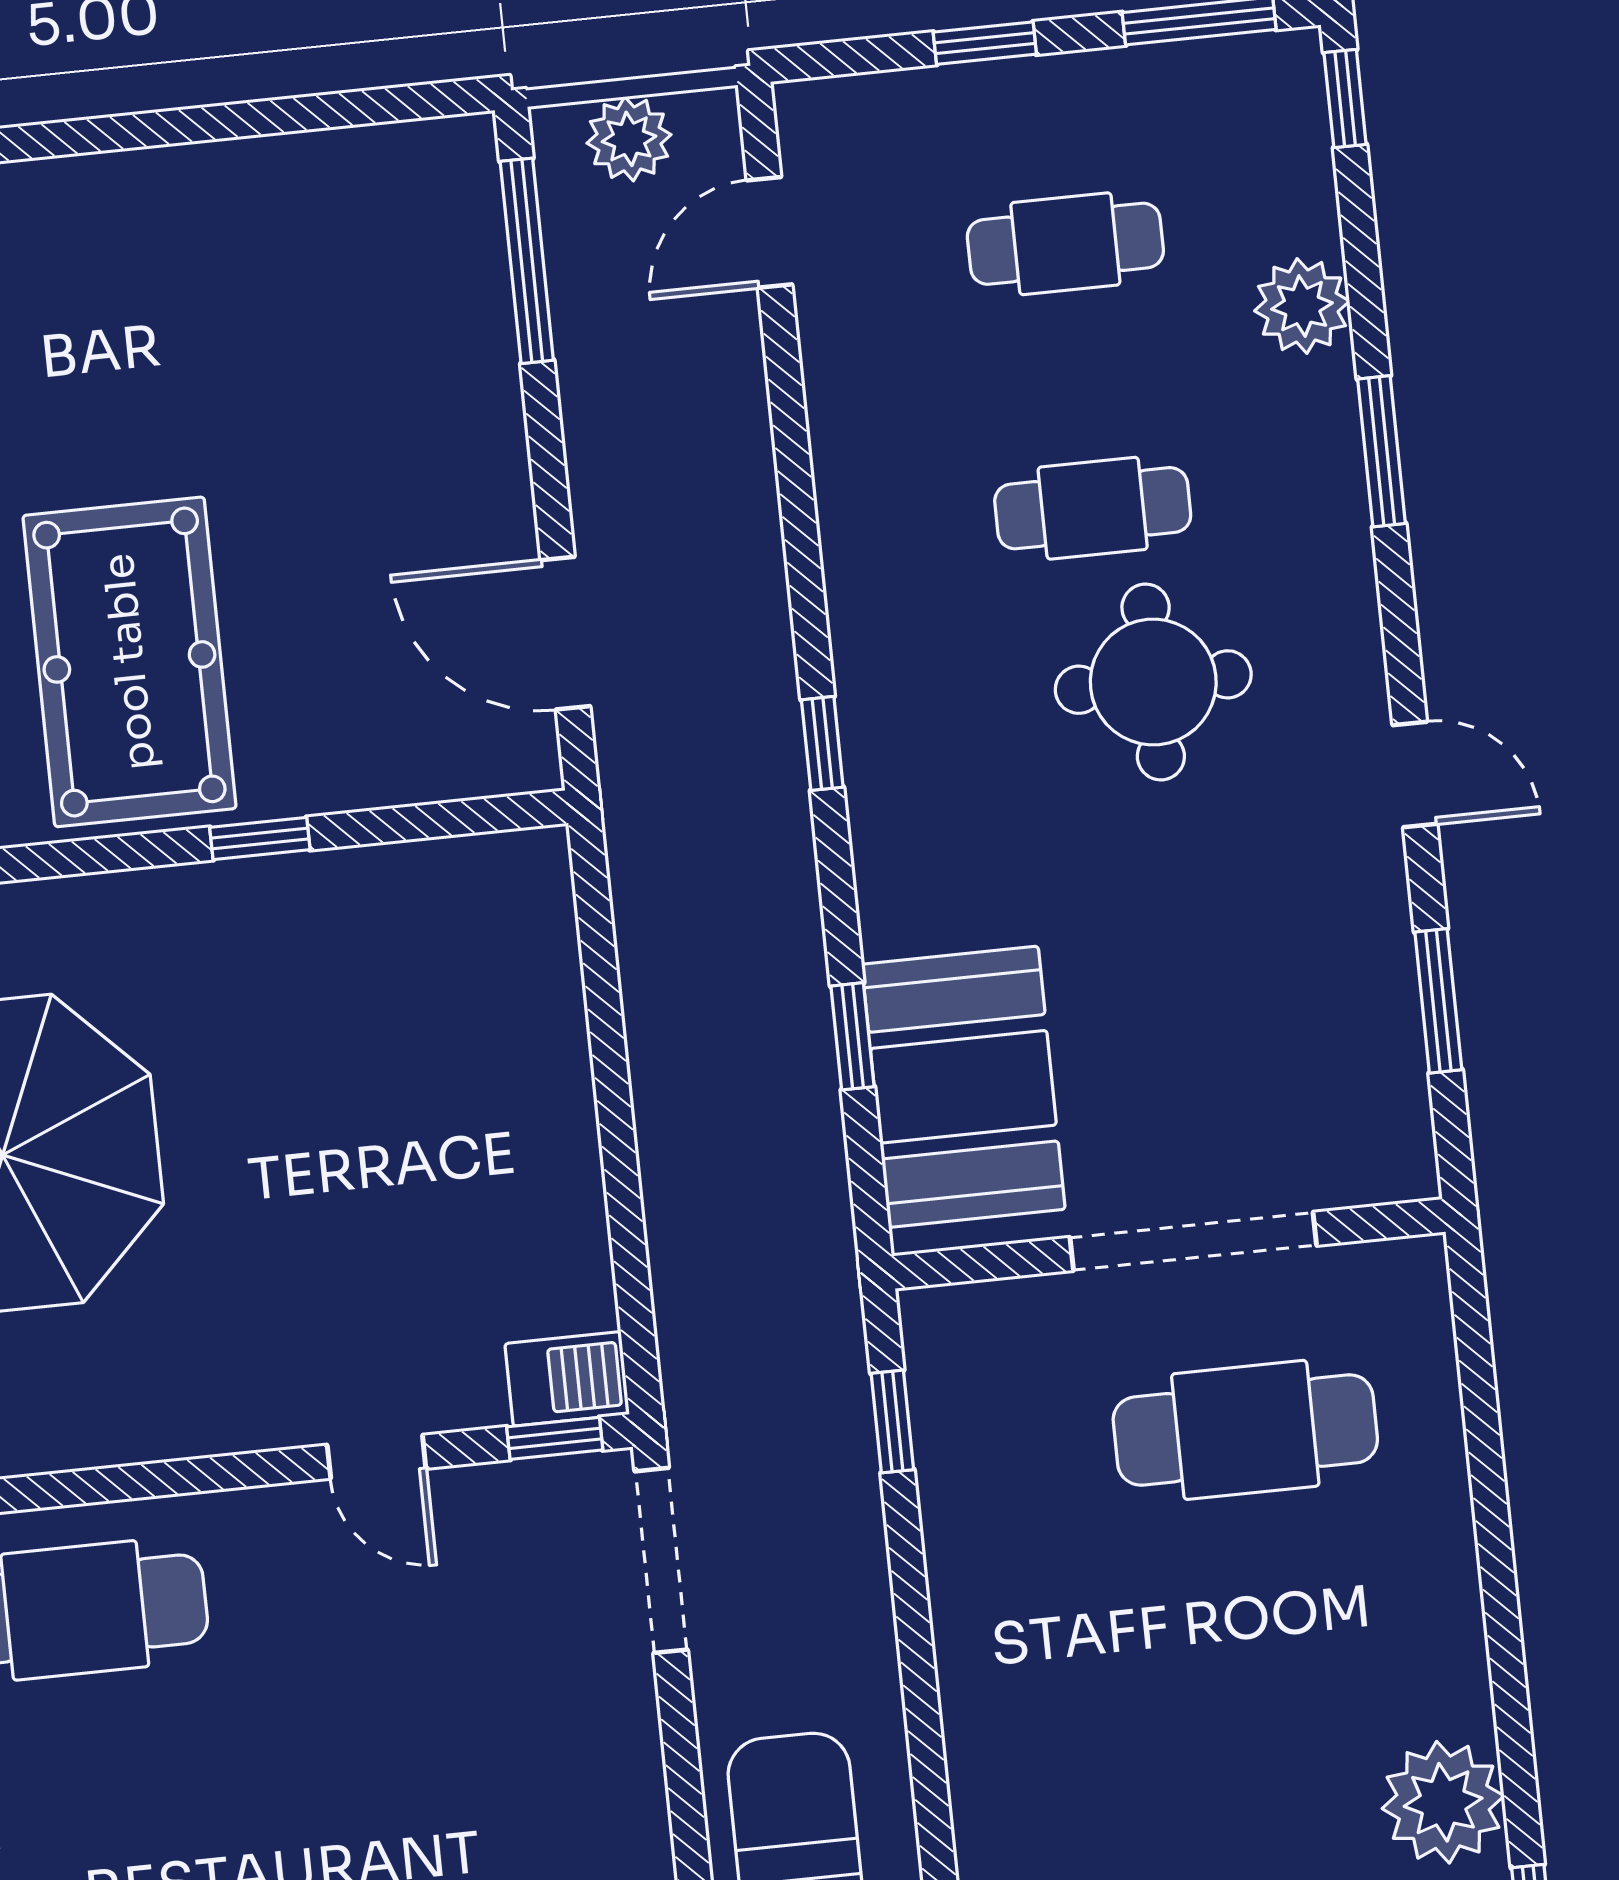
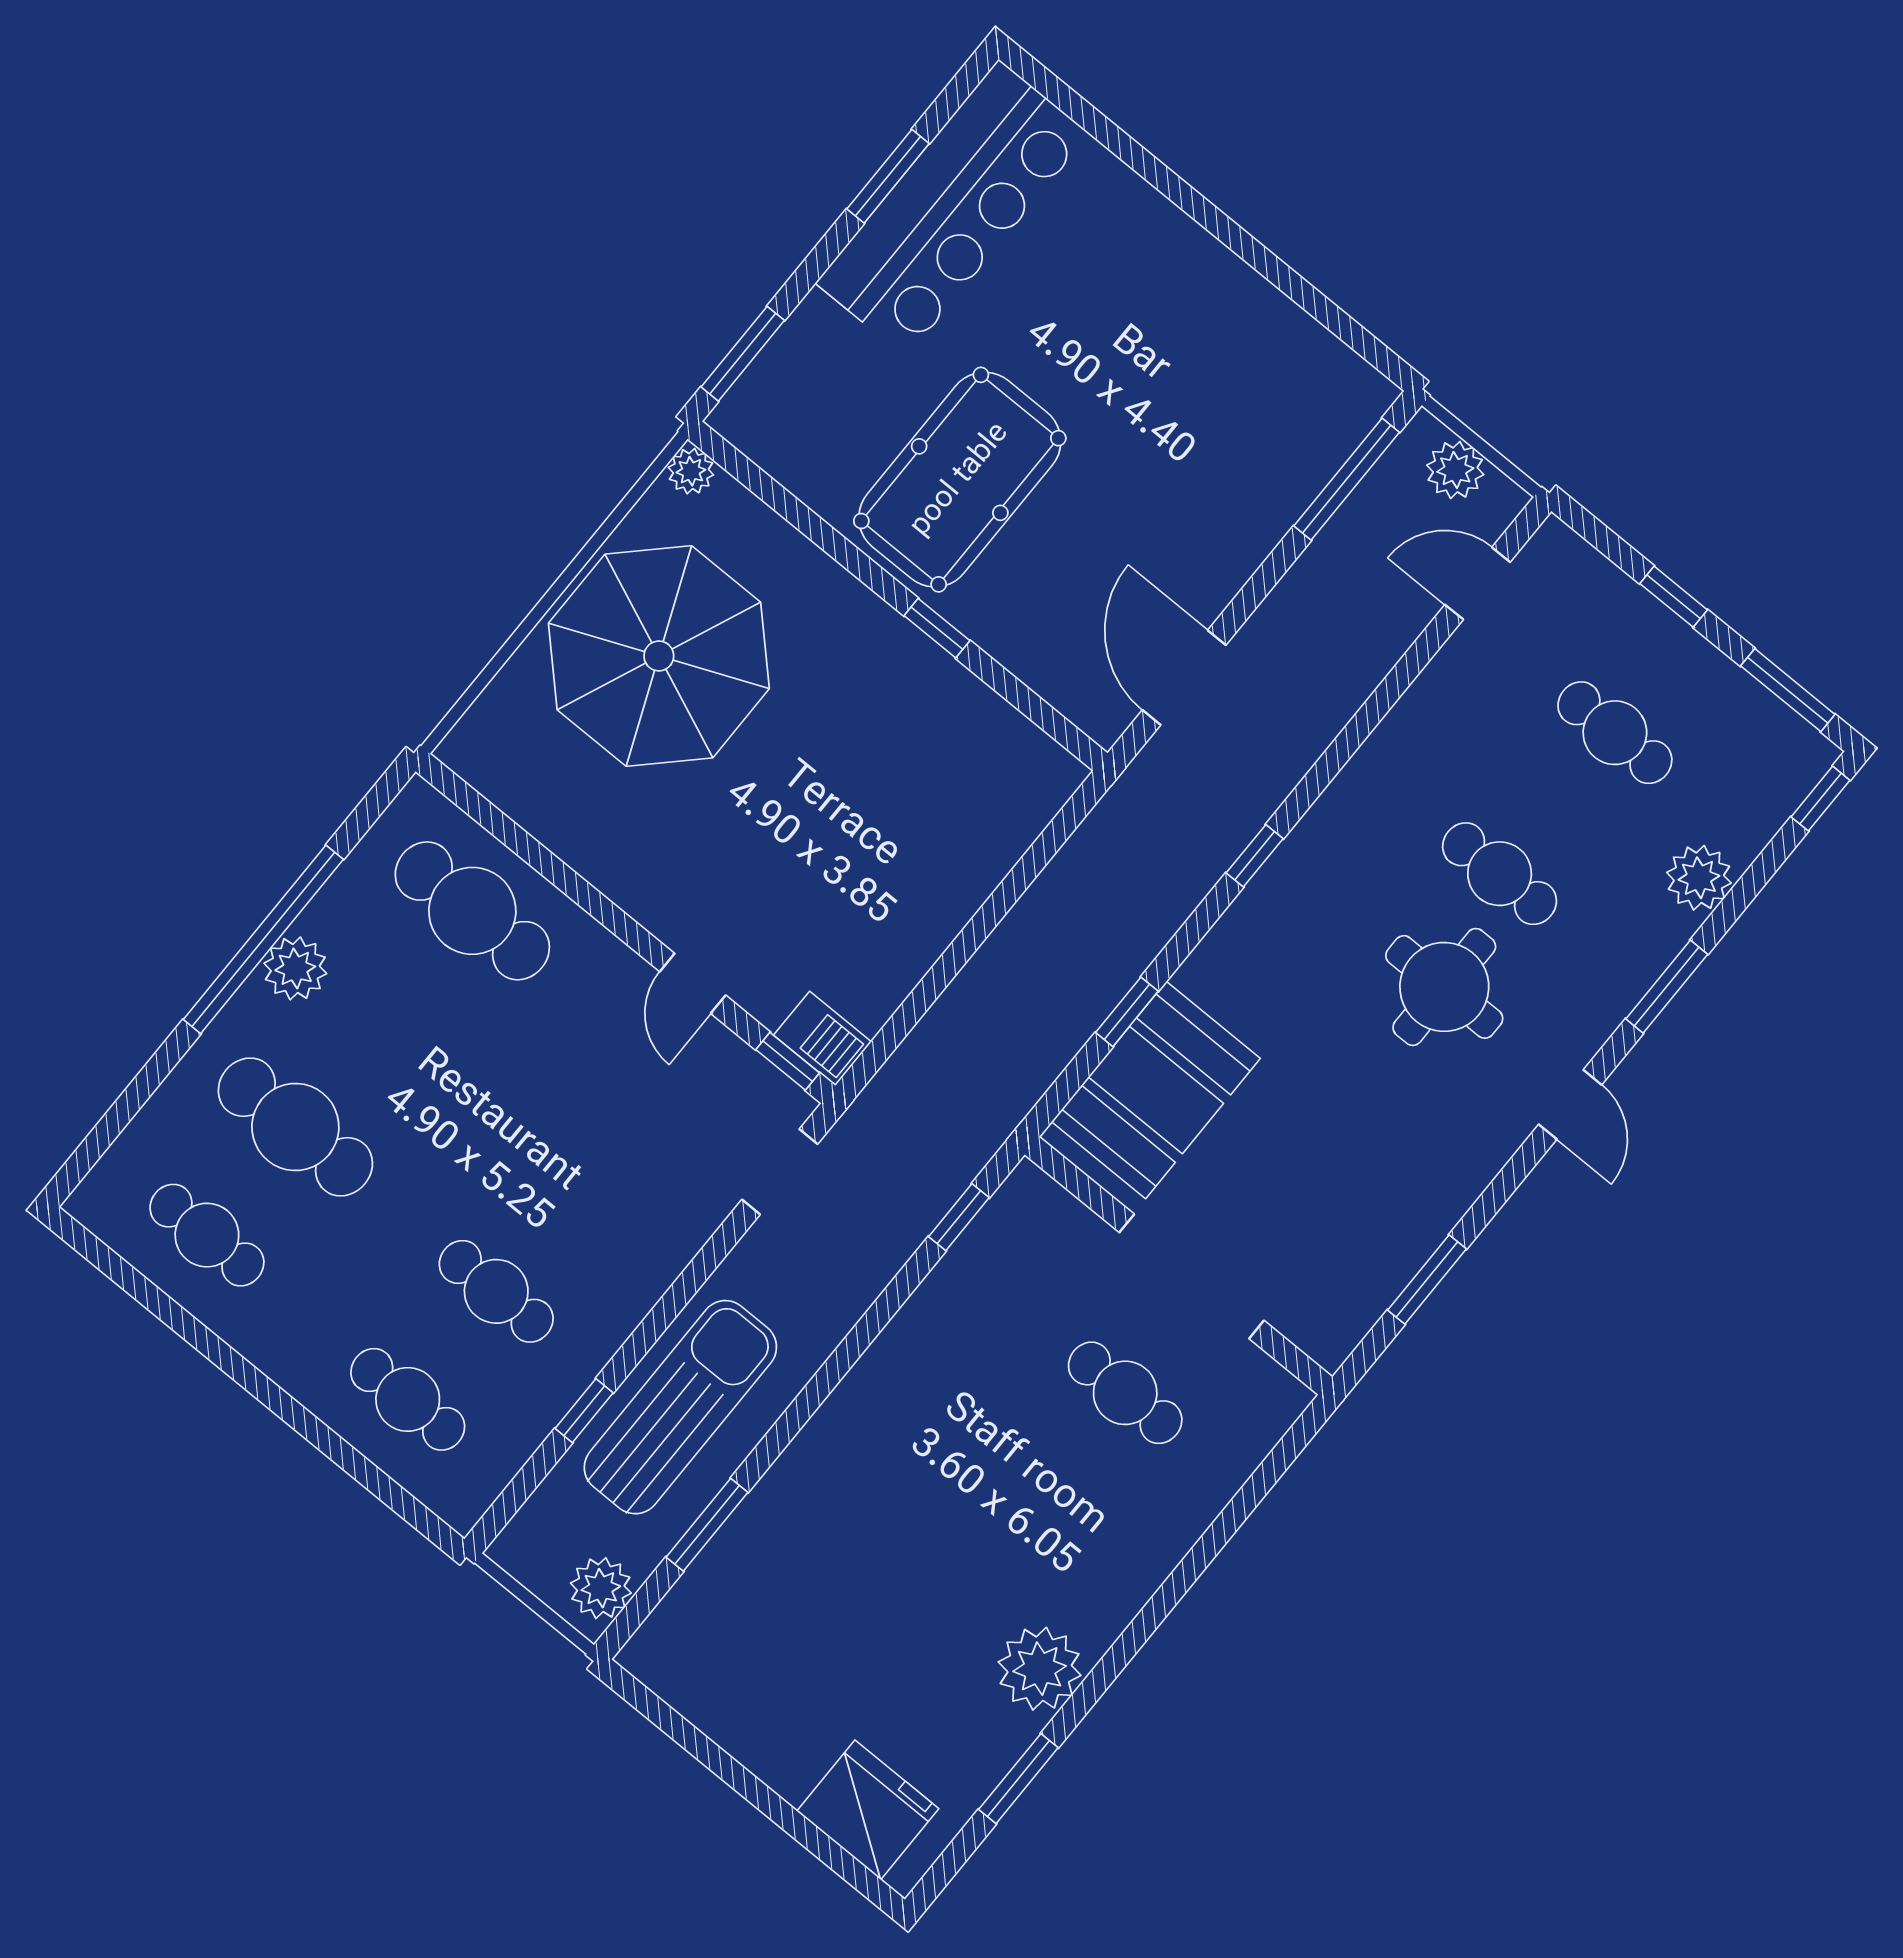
door: (1415, 774) -> (1570, 1105), moved
cafe table: (1245, 1430) -> (1125, 1393), width x0.73, depth x0.74
doorway: (661, 1560) -> (780, 1172), width x0.73

